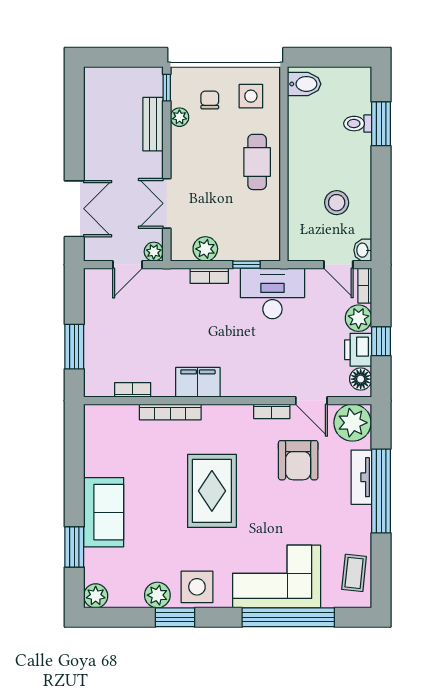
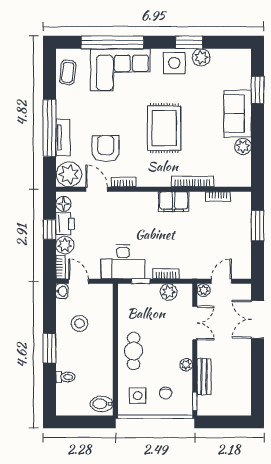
plant: (179, 117) -> (186, 365), moved
window: (381, 124) -> (49, 348), moved
plant: (96, 596) -> (243, 146), moved

